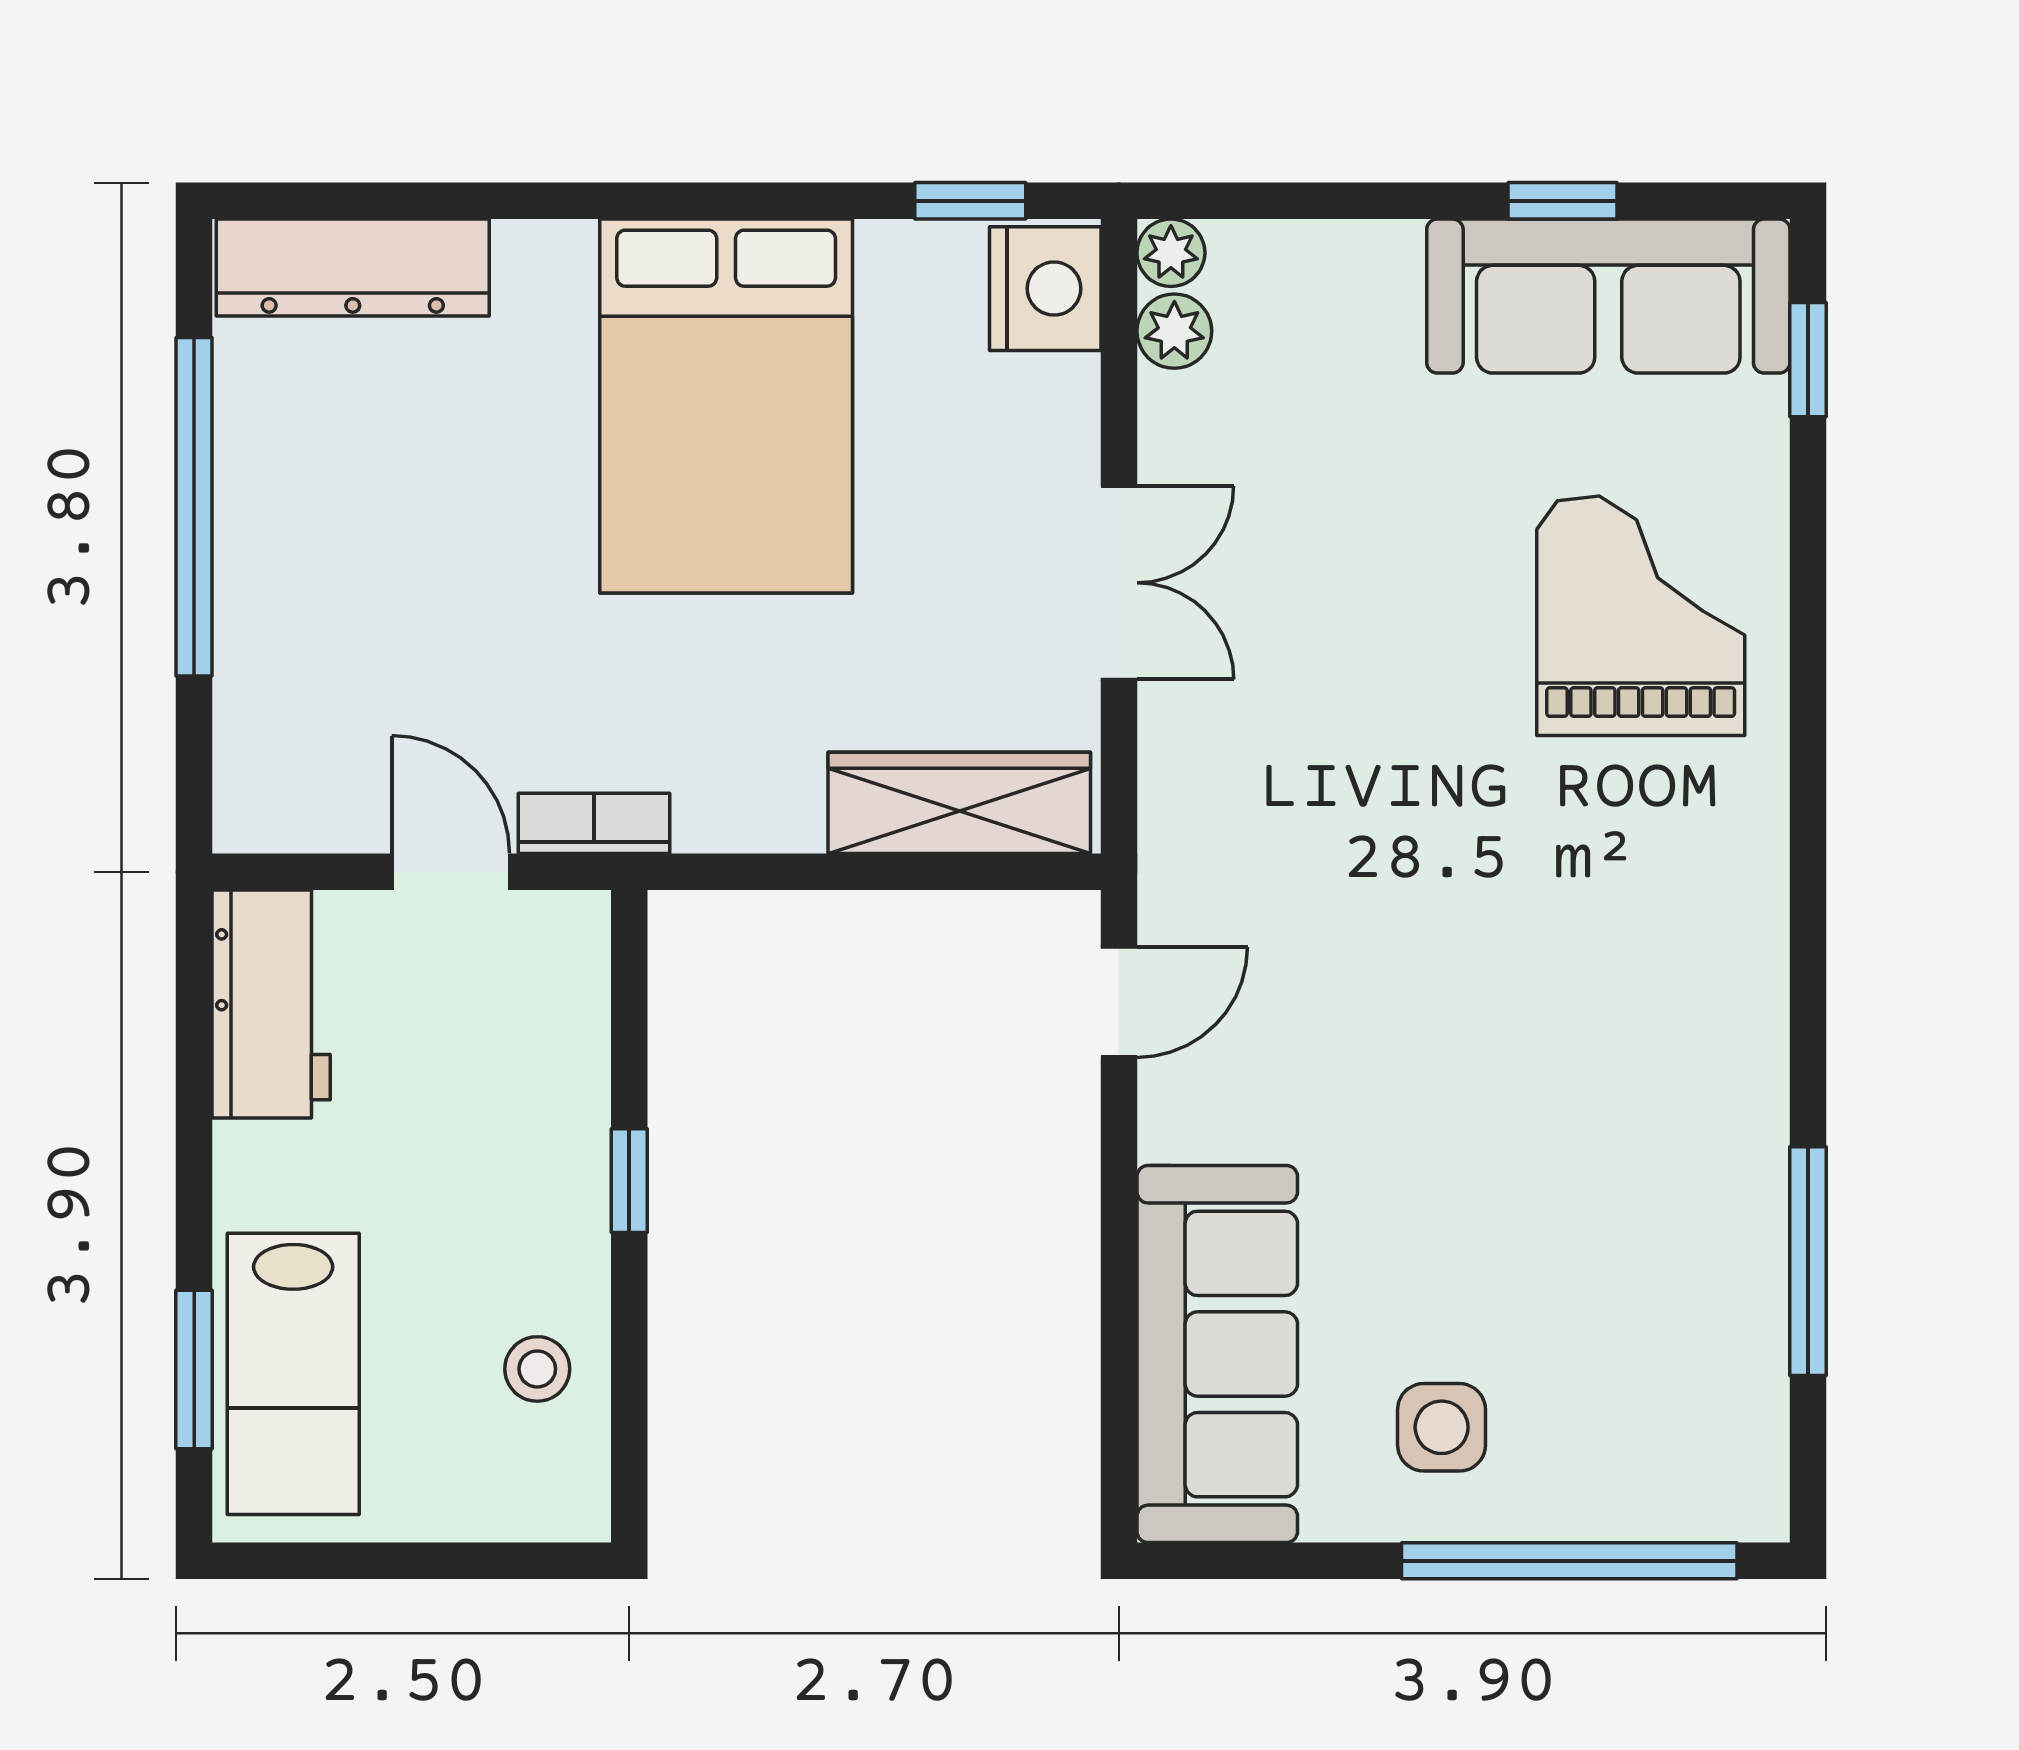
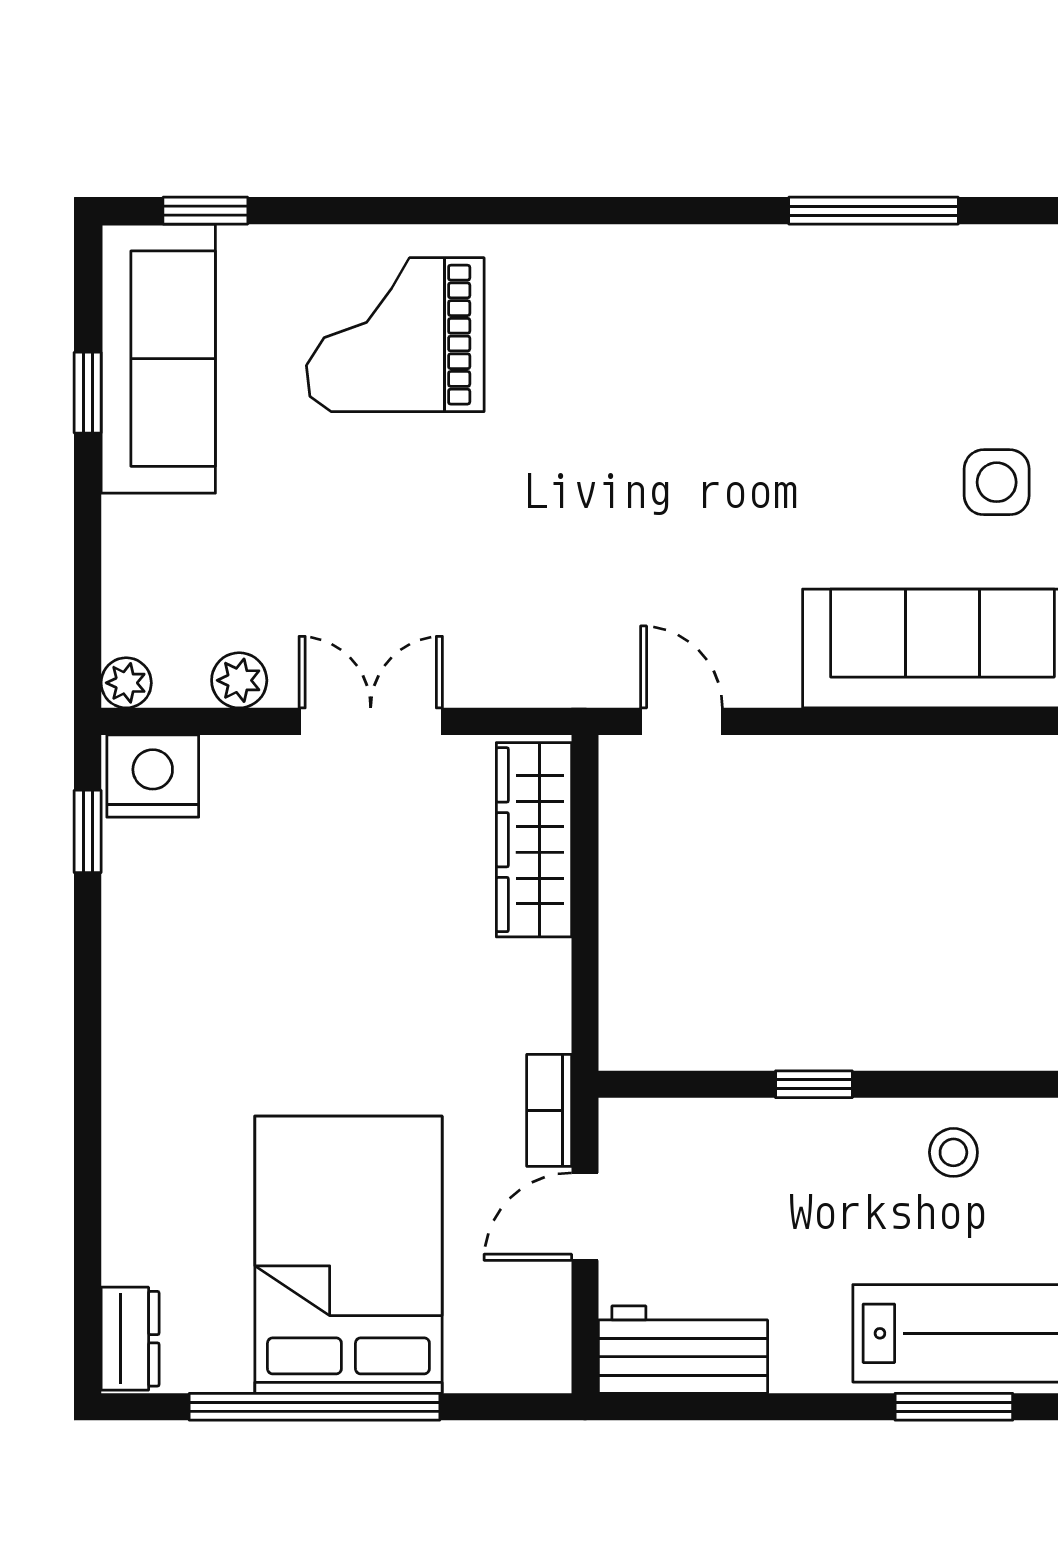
dresser: (353, 268) -> (130, 1339), width x0.51, depth x0.80
plant: (1174, 331) -> (239, 680), moved
bed: (726, 406) -> (348, 1255), moved, turned -90

